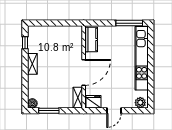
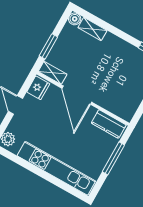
window: (129, 23) -> (113, 158), moved
shelving: (32, 64) -> (92, 29), moved
window: (49, 111) -> (48, 46), moved

